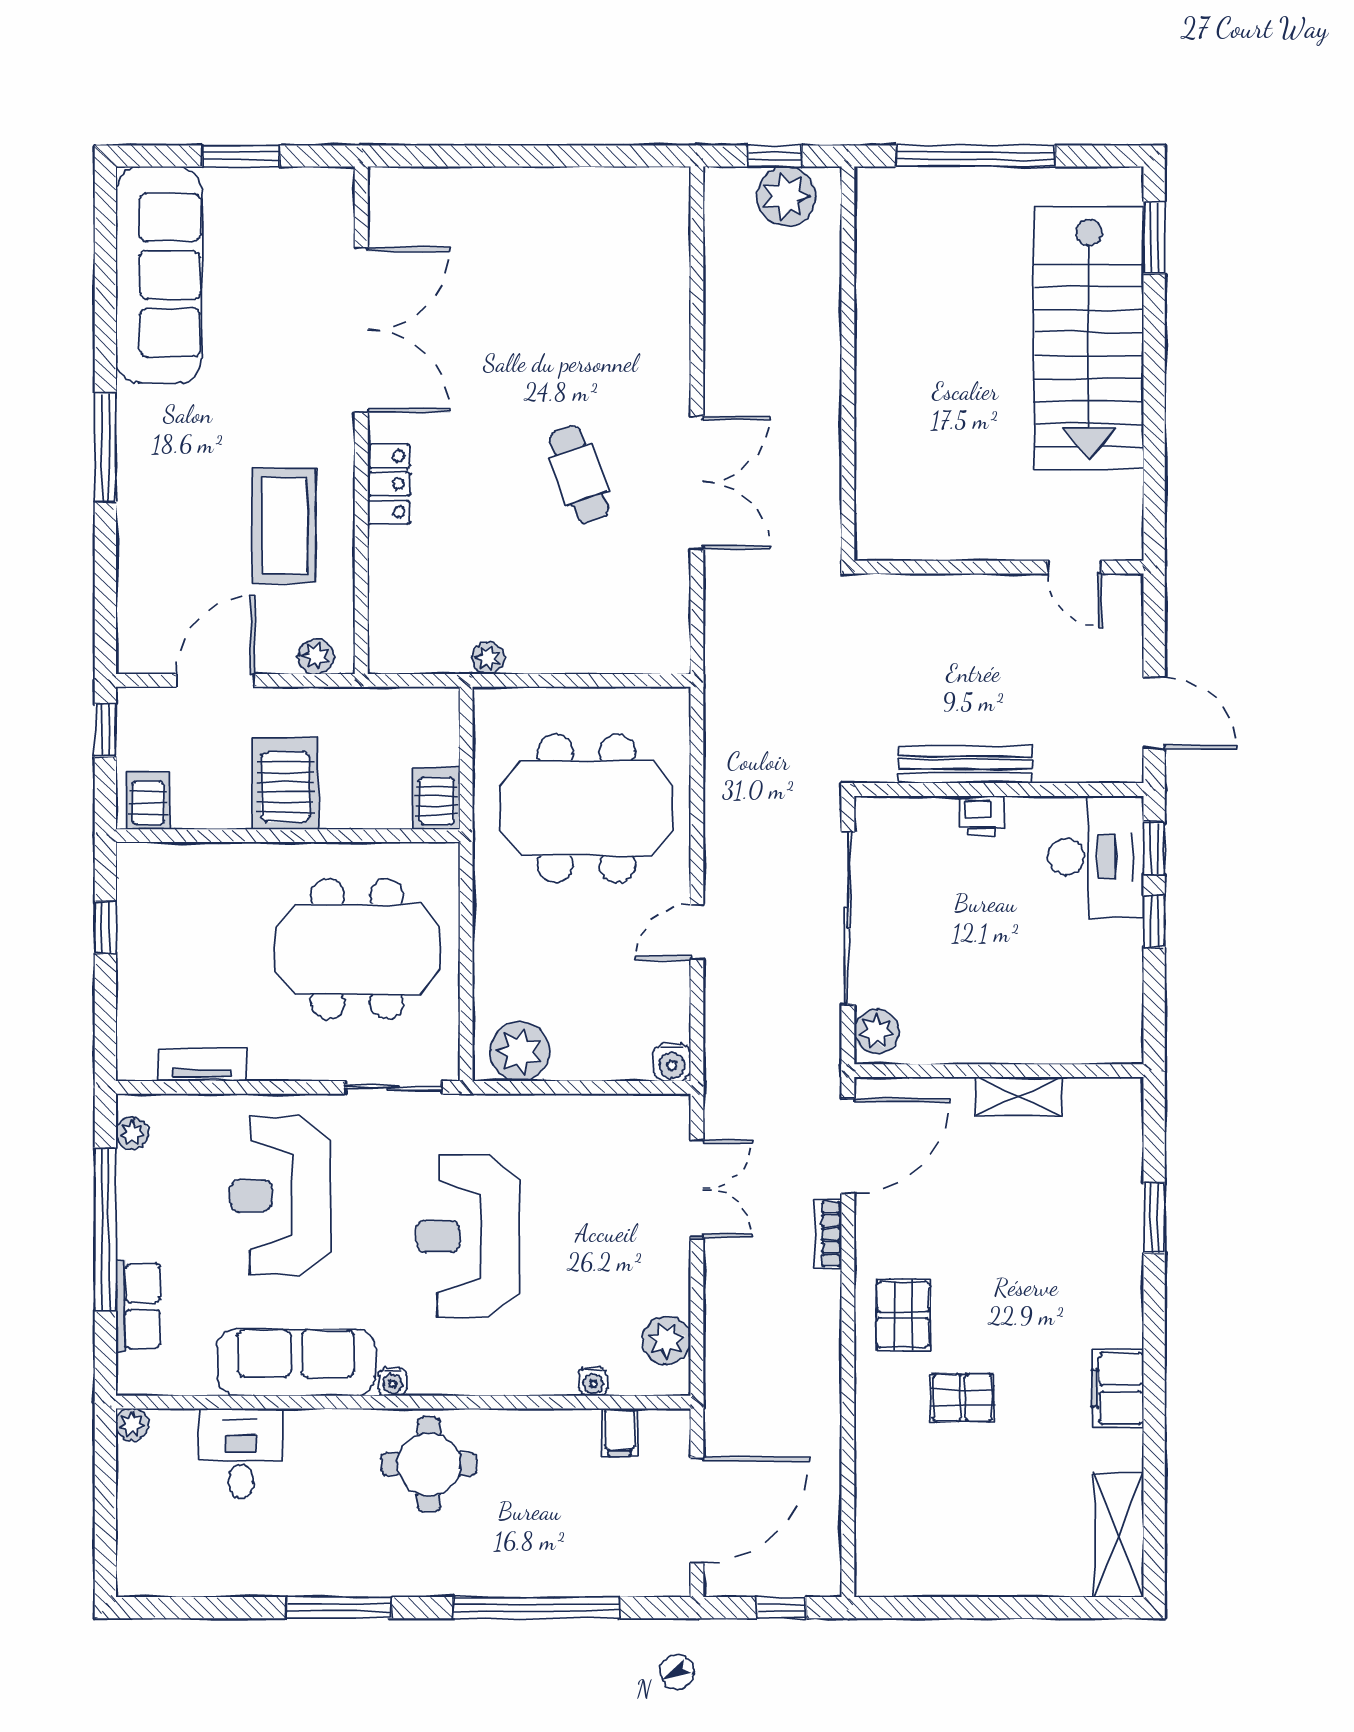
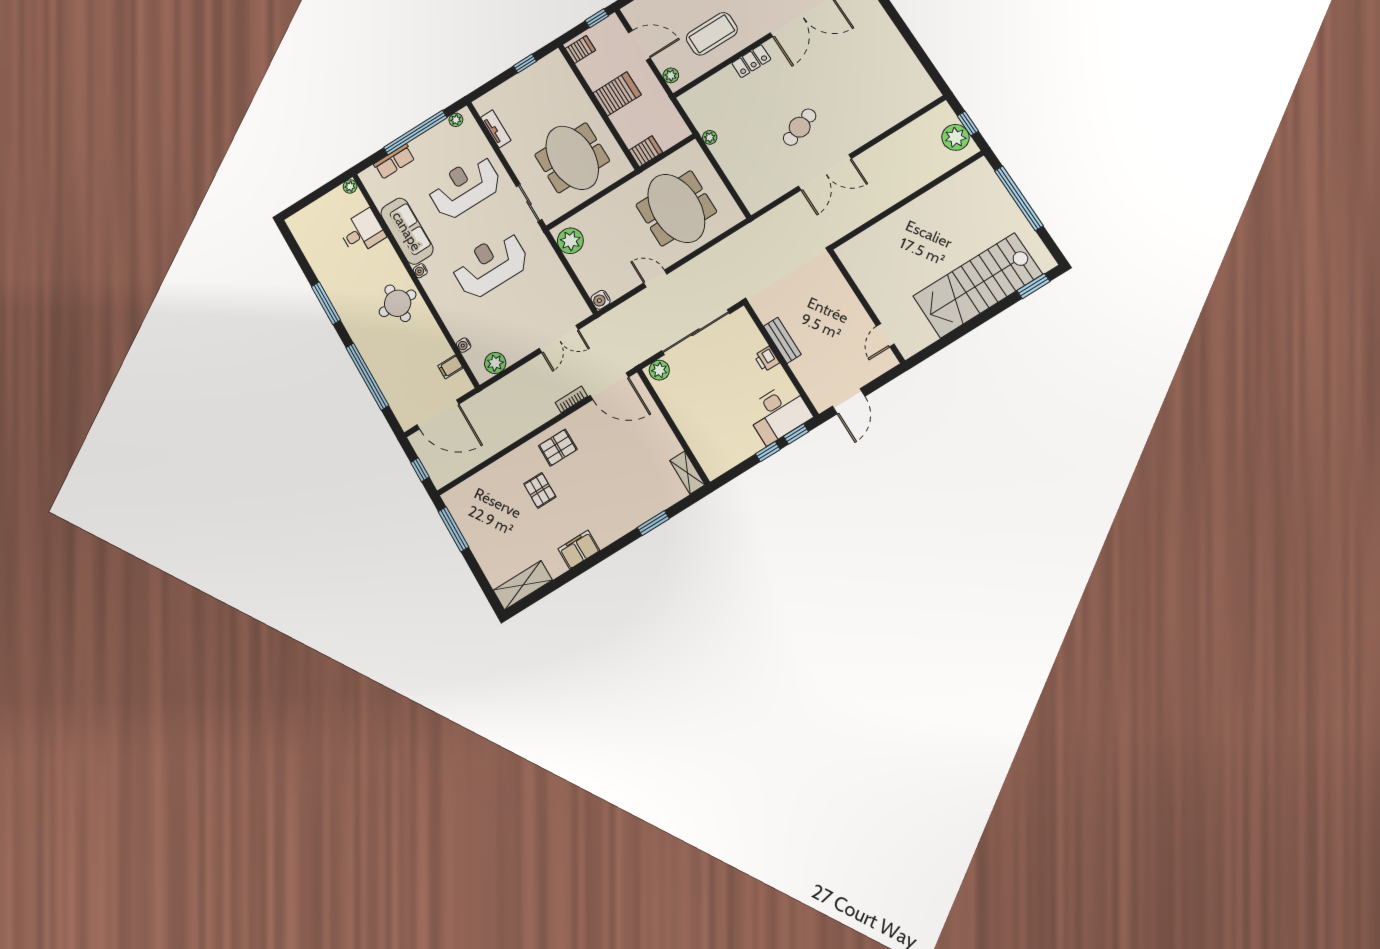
bench: (965, 765) -> (782, 340), width x0.73
shelving: (1019, 1096) -> (687, 473), moved
window: (935, 1608) -> (454, 529), added

